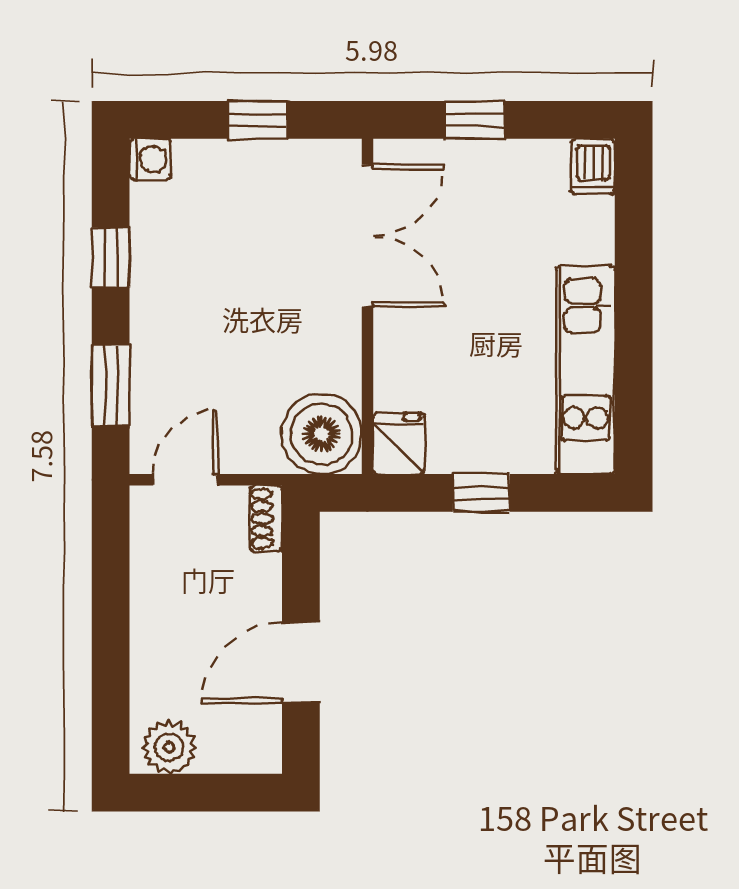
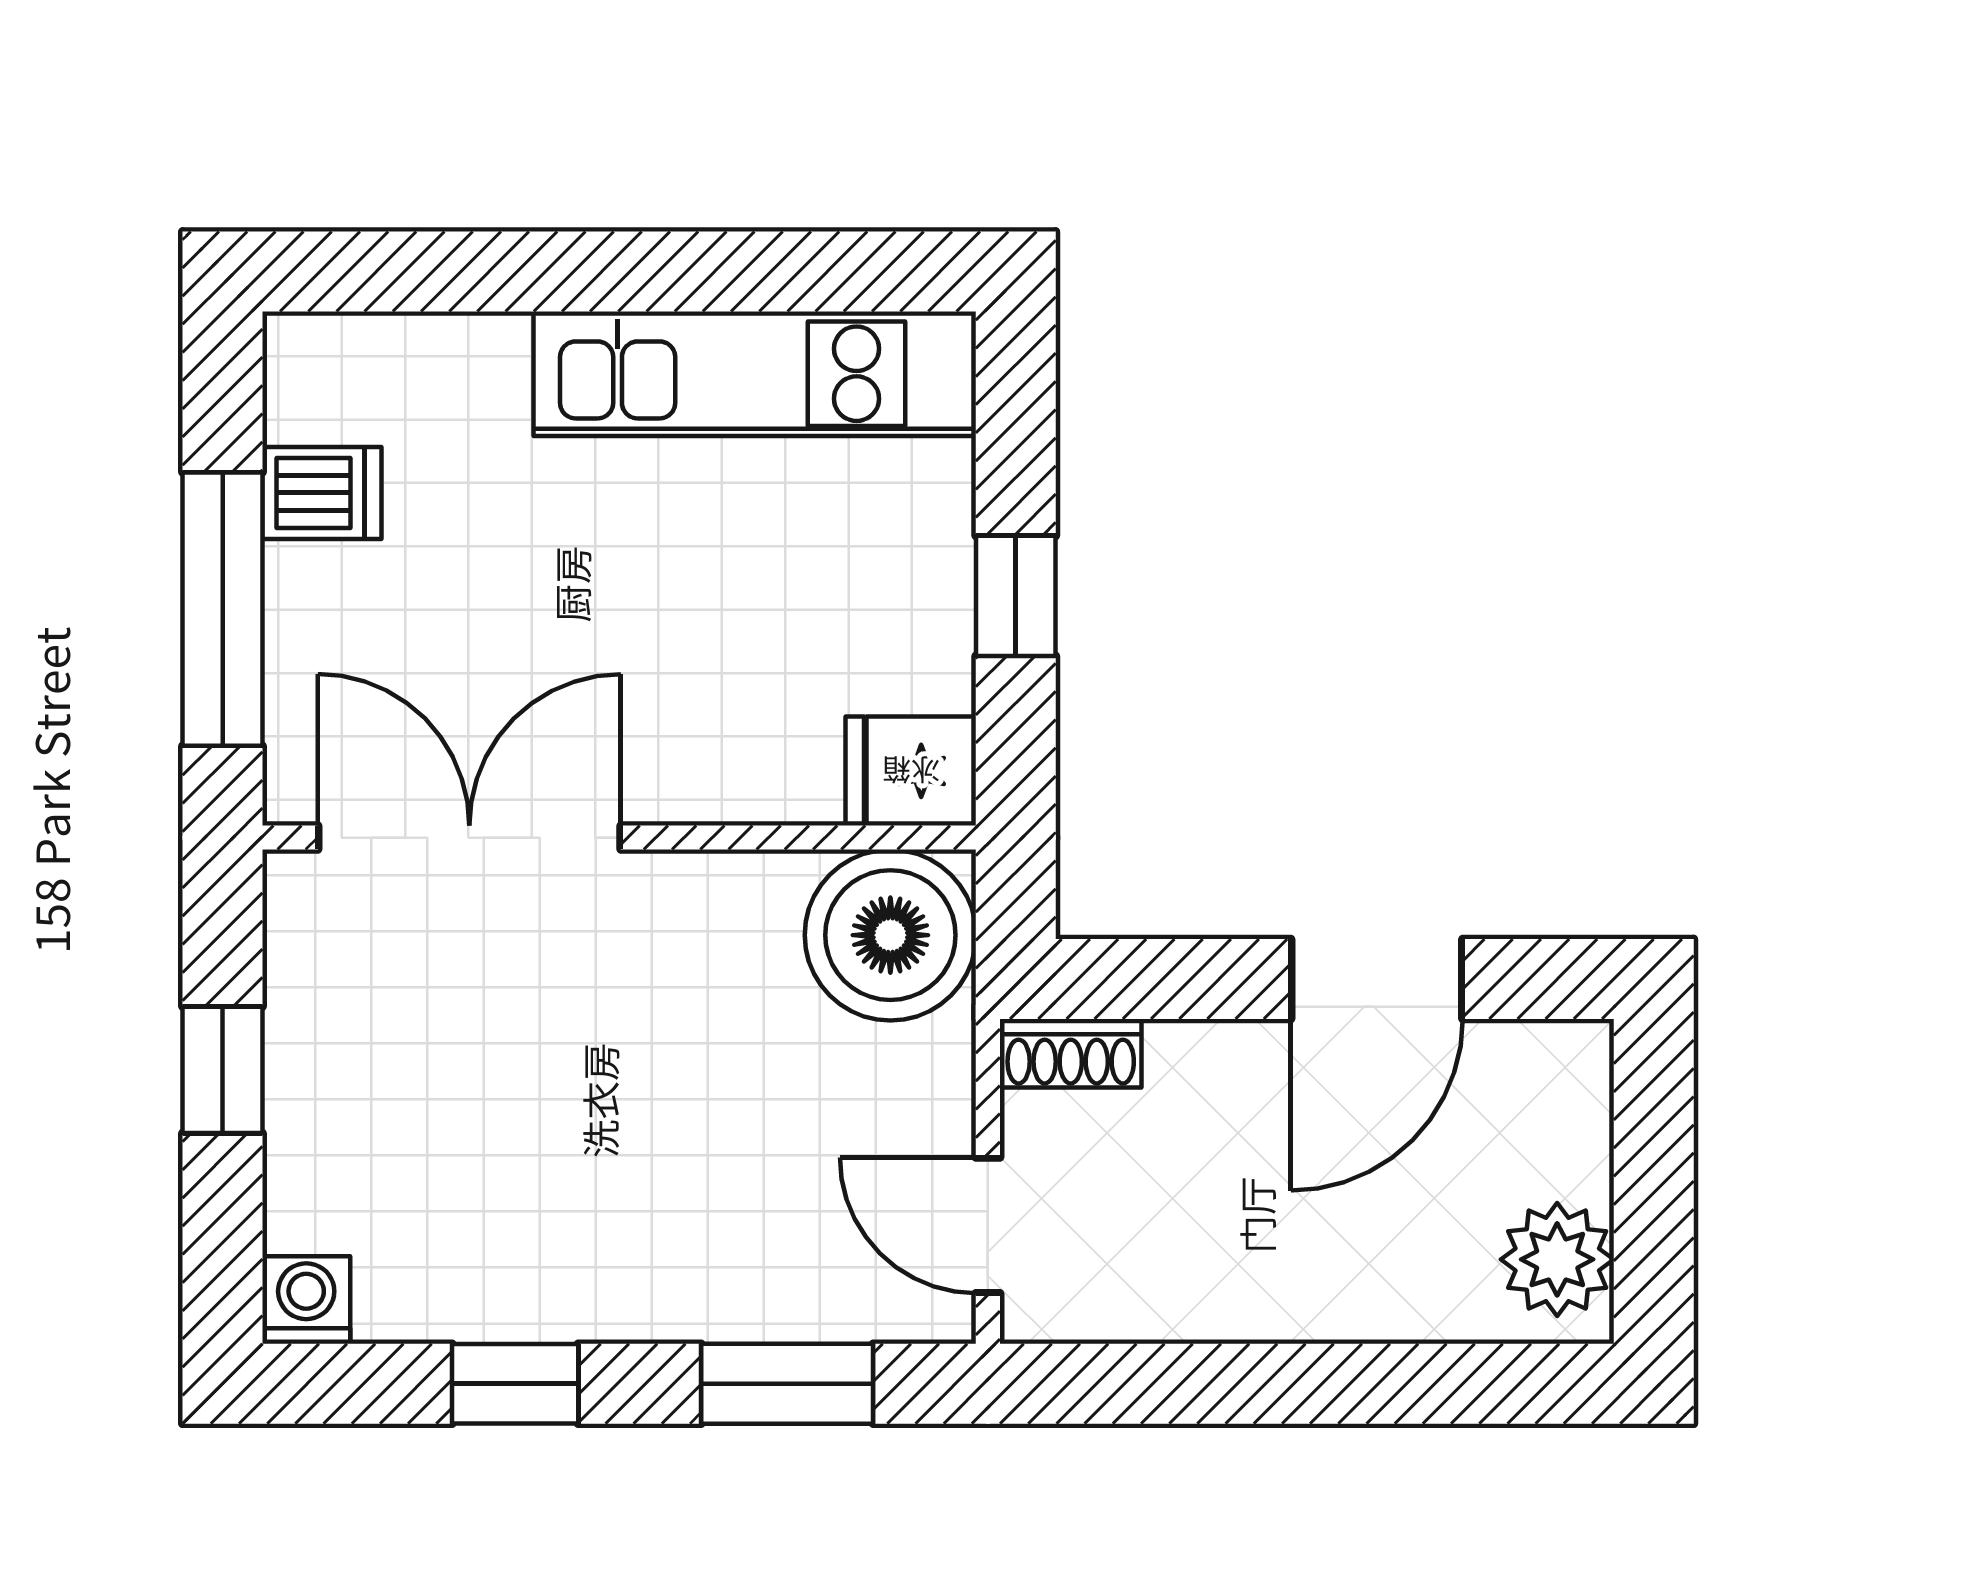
window: (475, 120) -> (223, 609), width x2.17
dishwasher: (593, 167) -> (322, 493), moved
door: (301, 662) -> (1377, 979), hinge flipped

